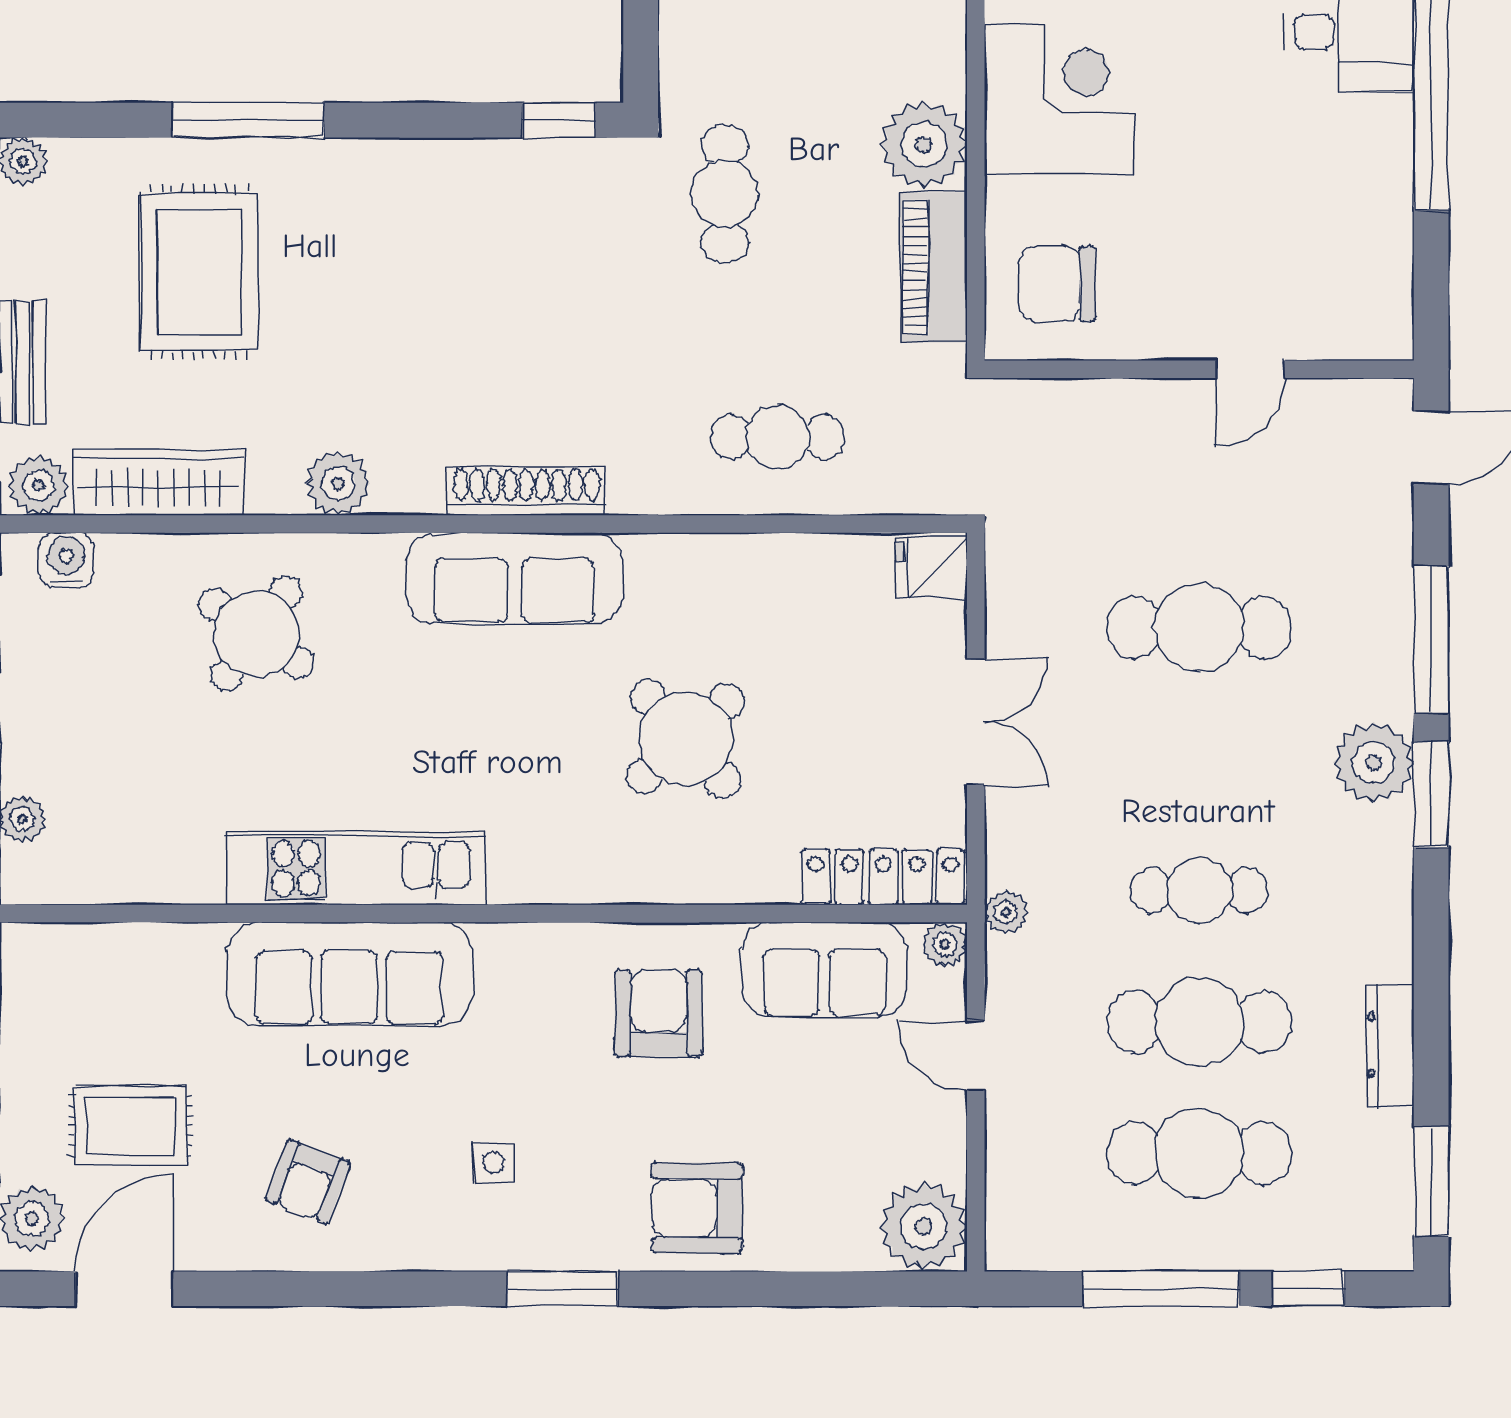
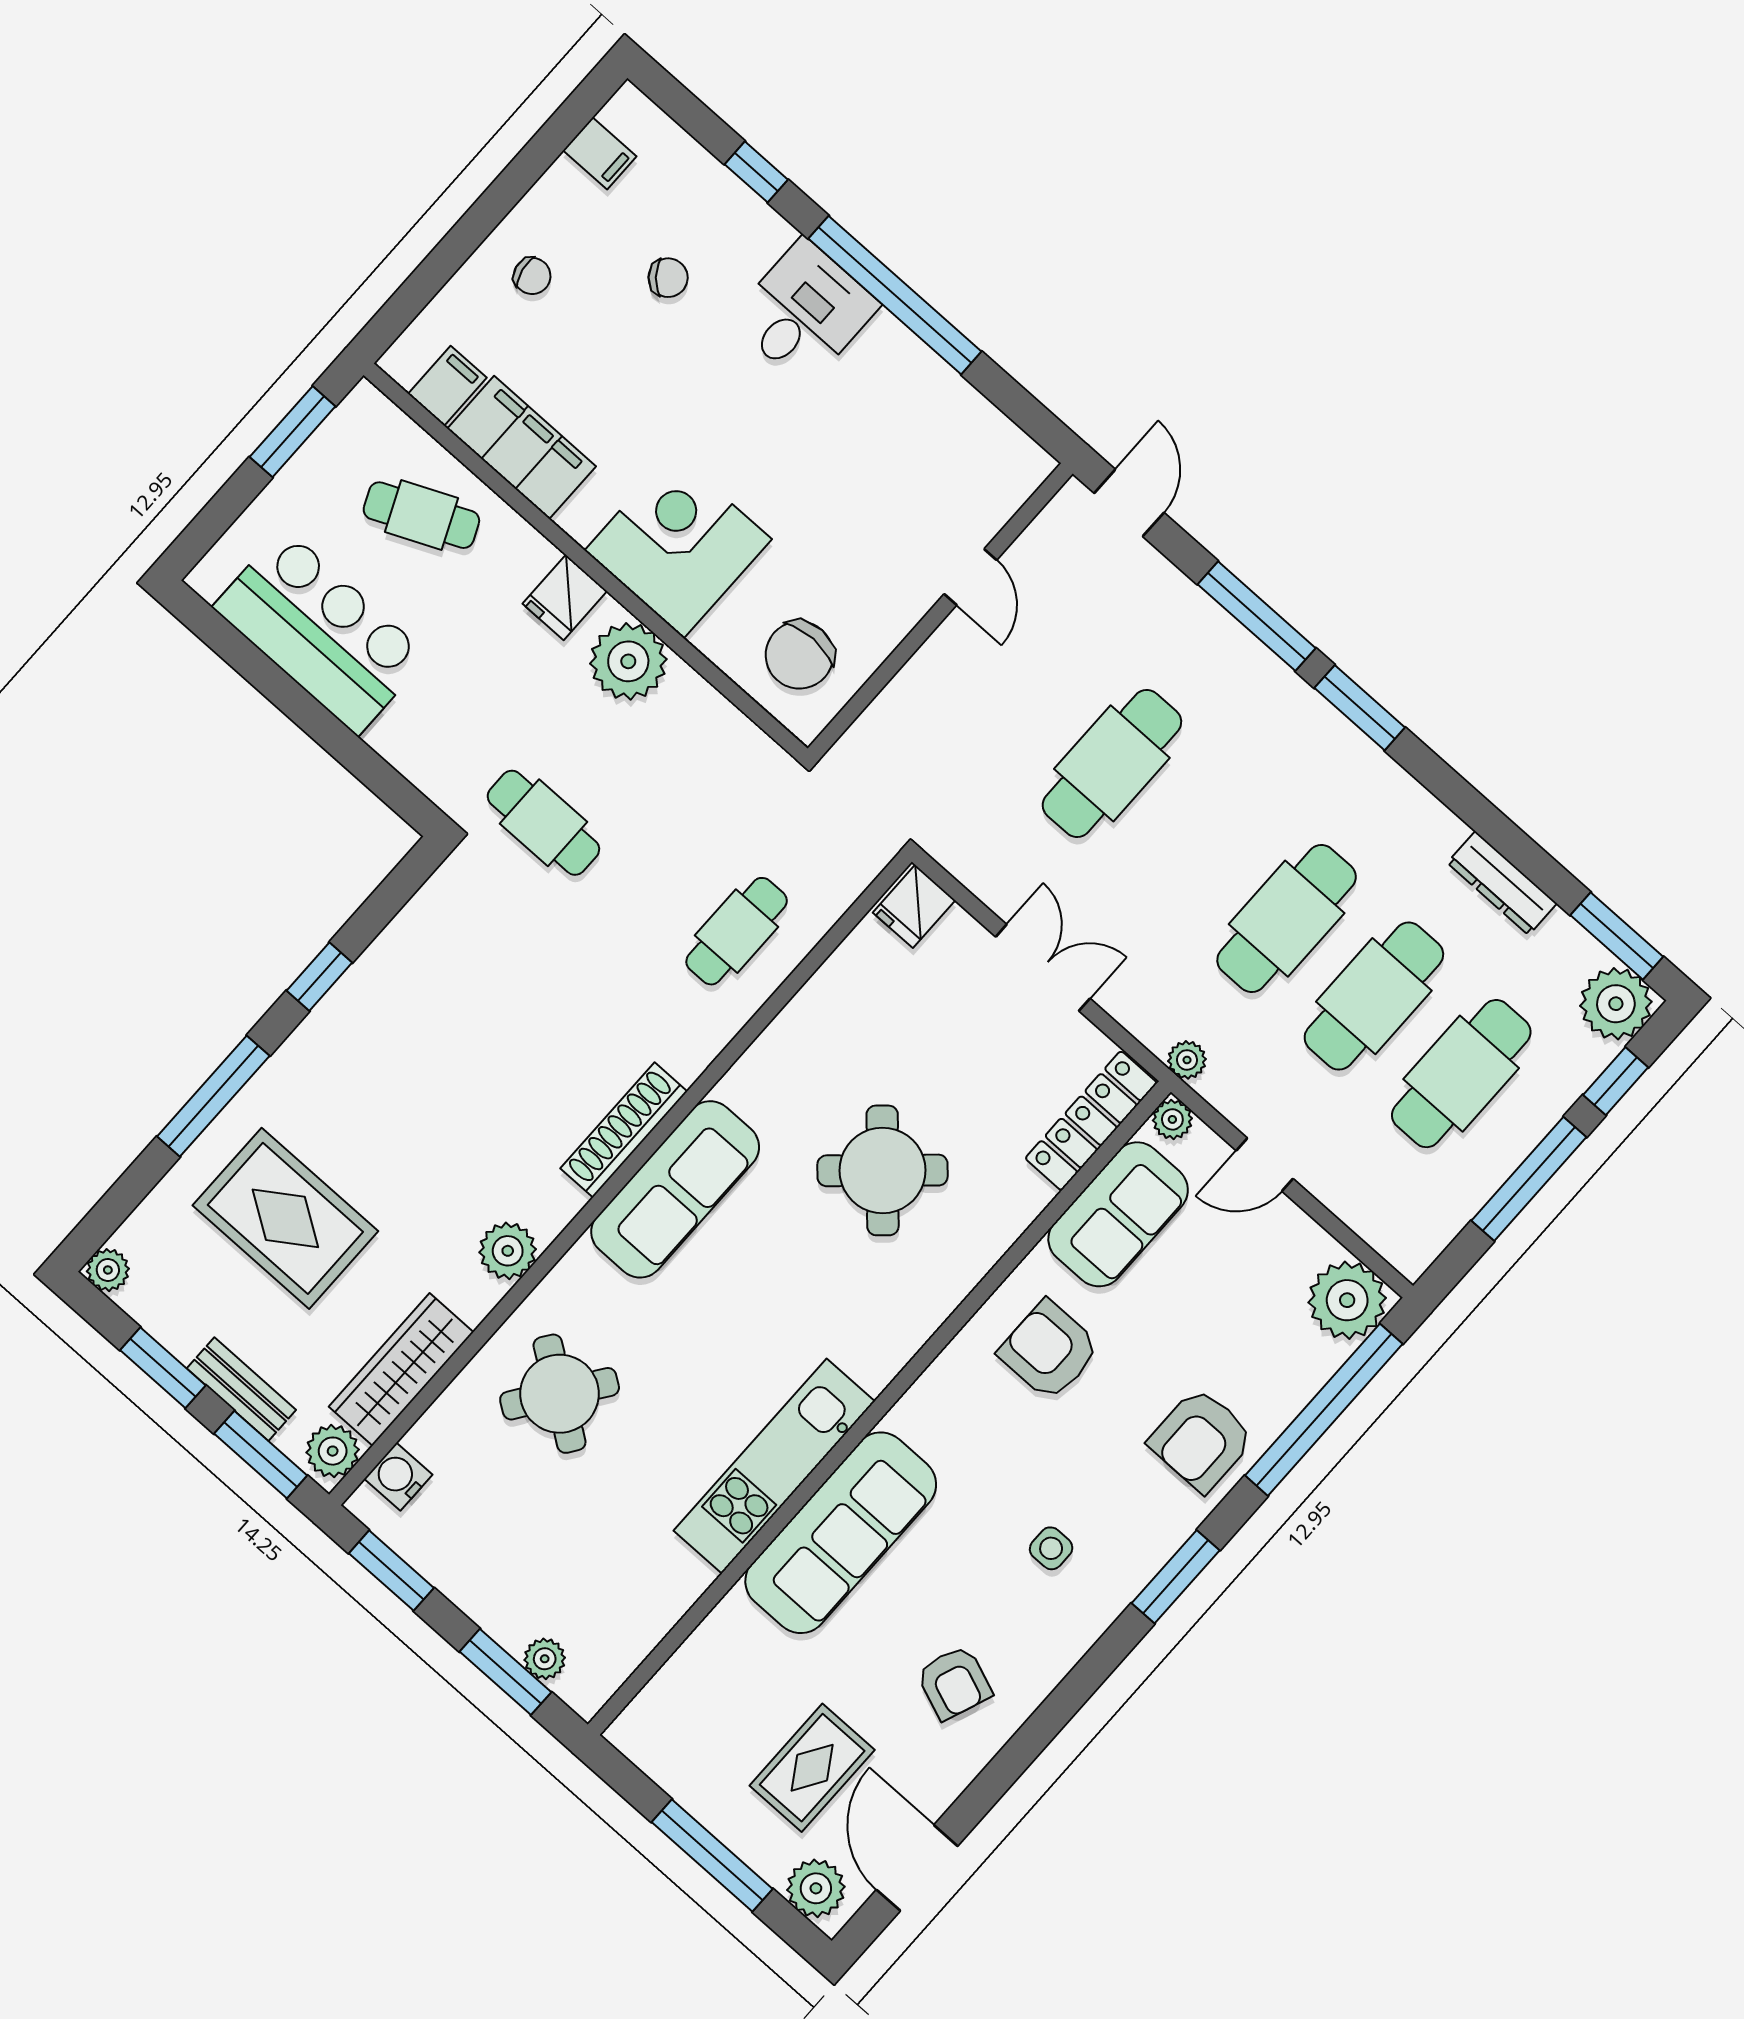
fridge: (930, 43) -> (565, 597), added
window: (559, 120) -> (319, 977), moved
piano: (934, 267) -> (716, 727), removed
plant: (1374, 762) -> (1616, 1004), moved
cafe table: (1199, 890) -> (1287, 919), width x1.37, depth x1.35
window: (814, 1289) -> (1324, 1410), added

